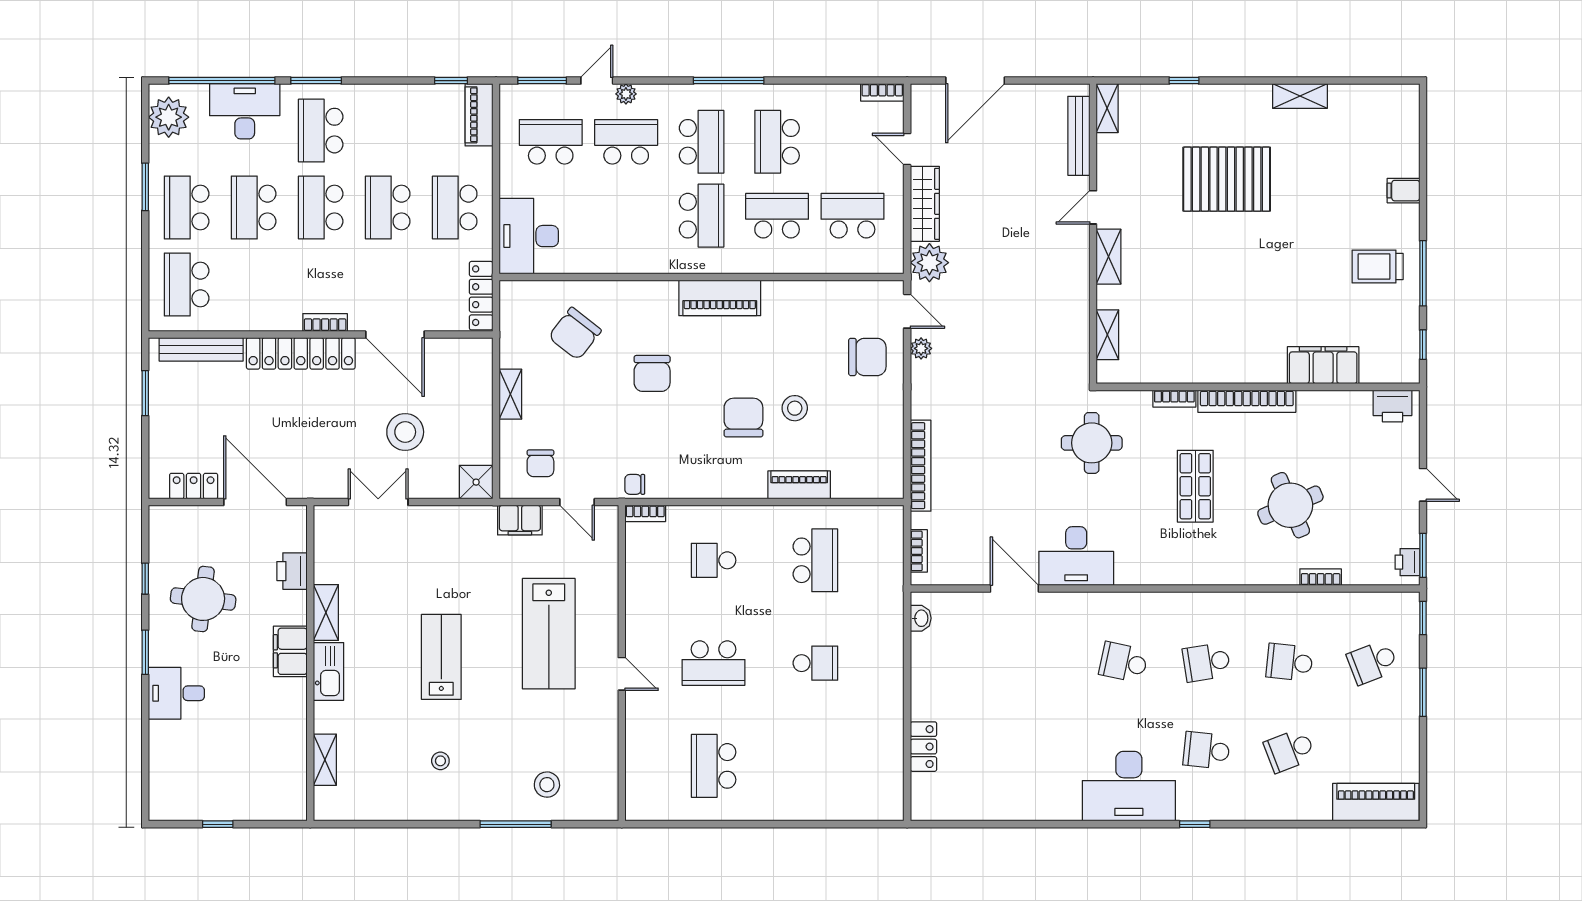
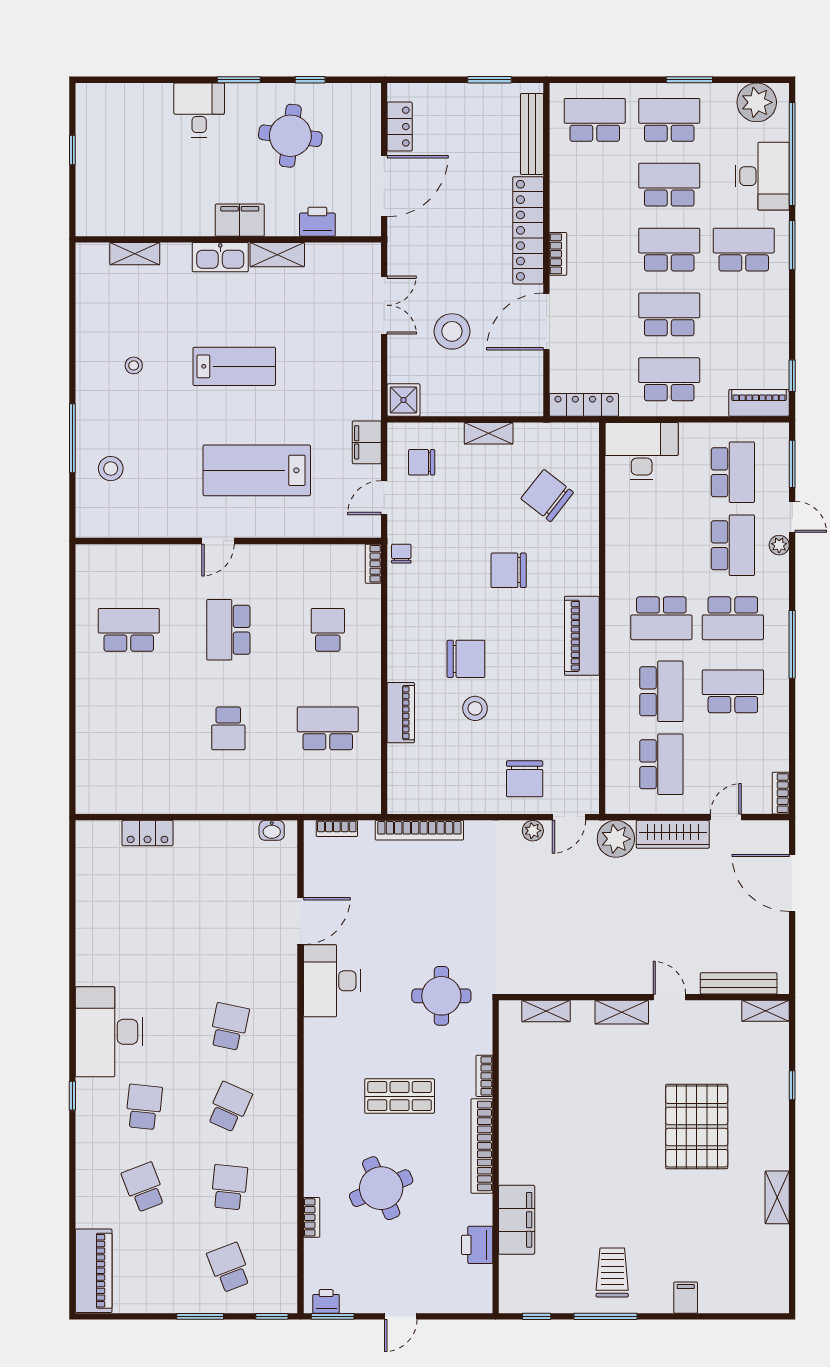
printer: (1393, 406) -> (477, 1245), moved
school desk: (815, 560) -> (328, 728), turned 180
school desk: (1207, 662) -> (229, 1107), turned 33

